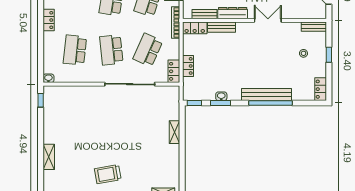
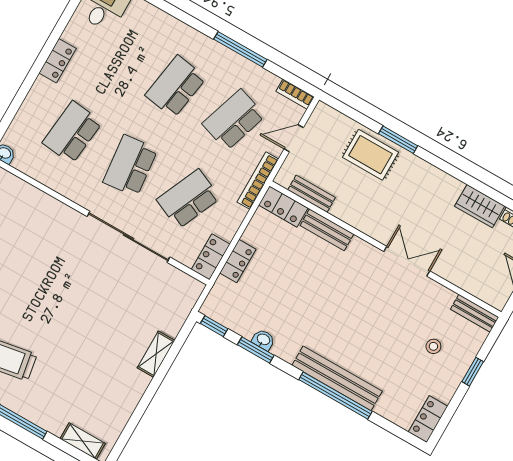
dresser: (233, 13) -> (357, 218), removed

